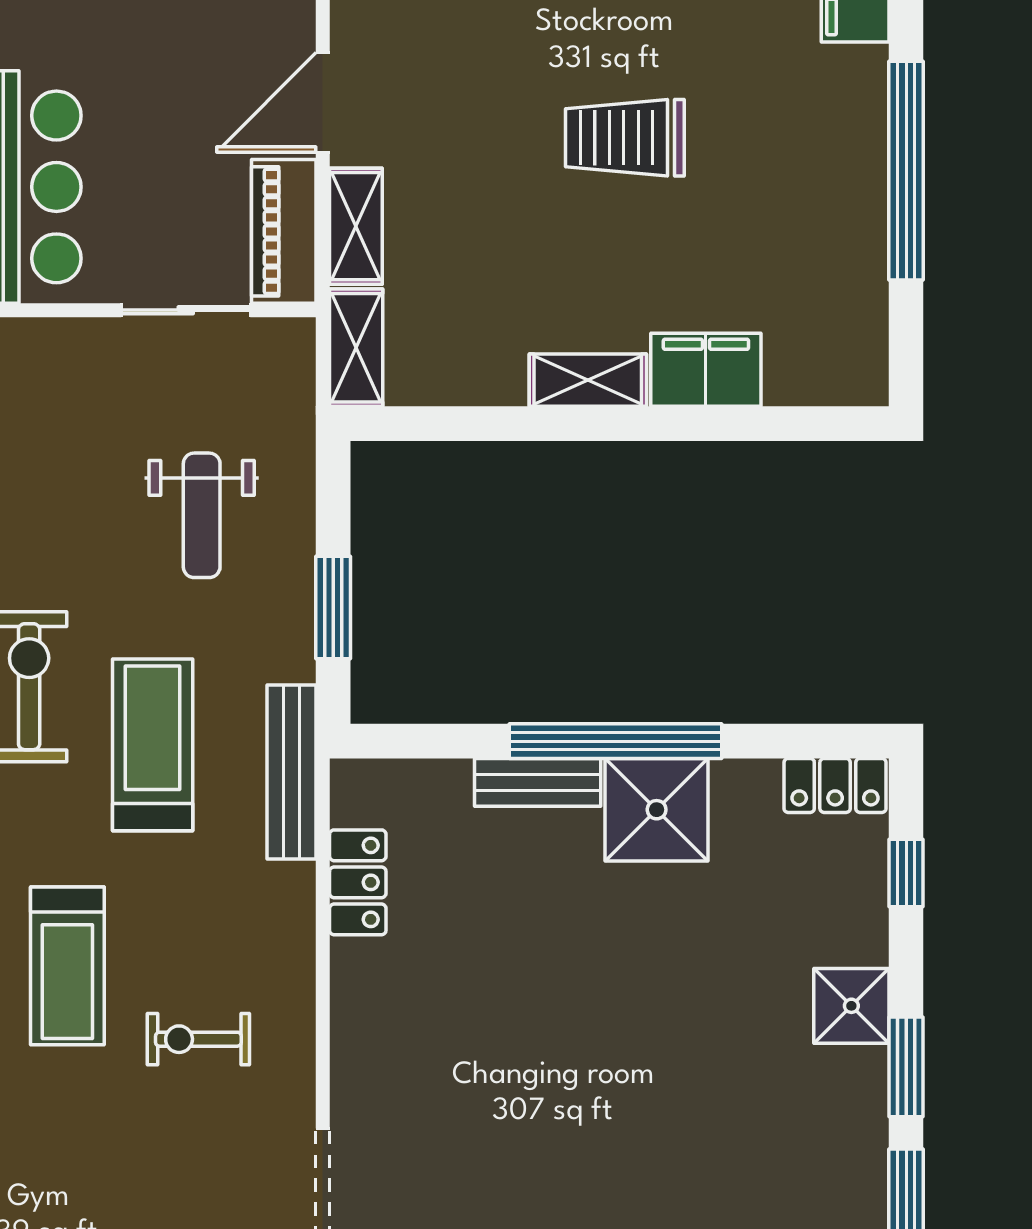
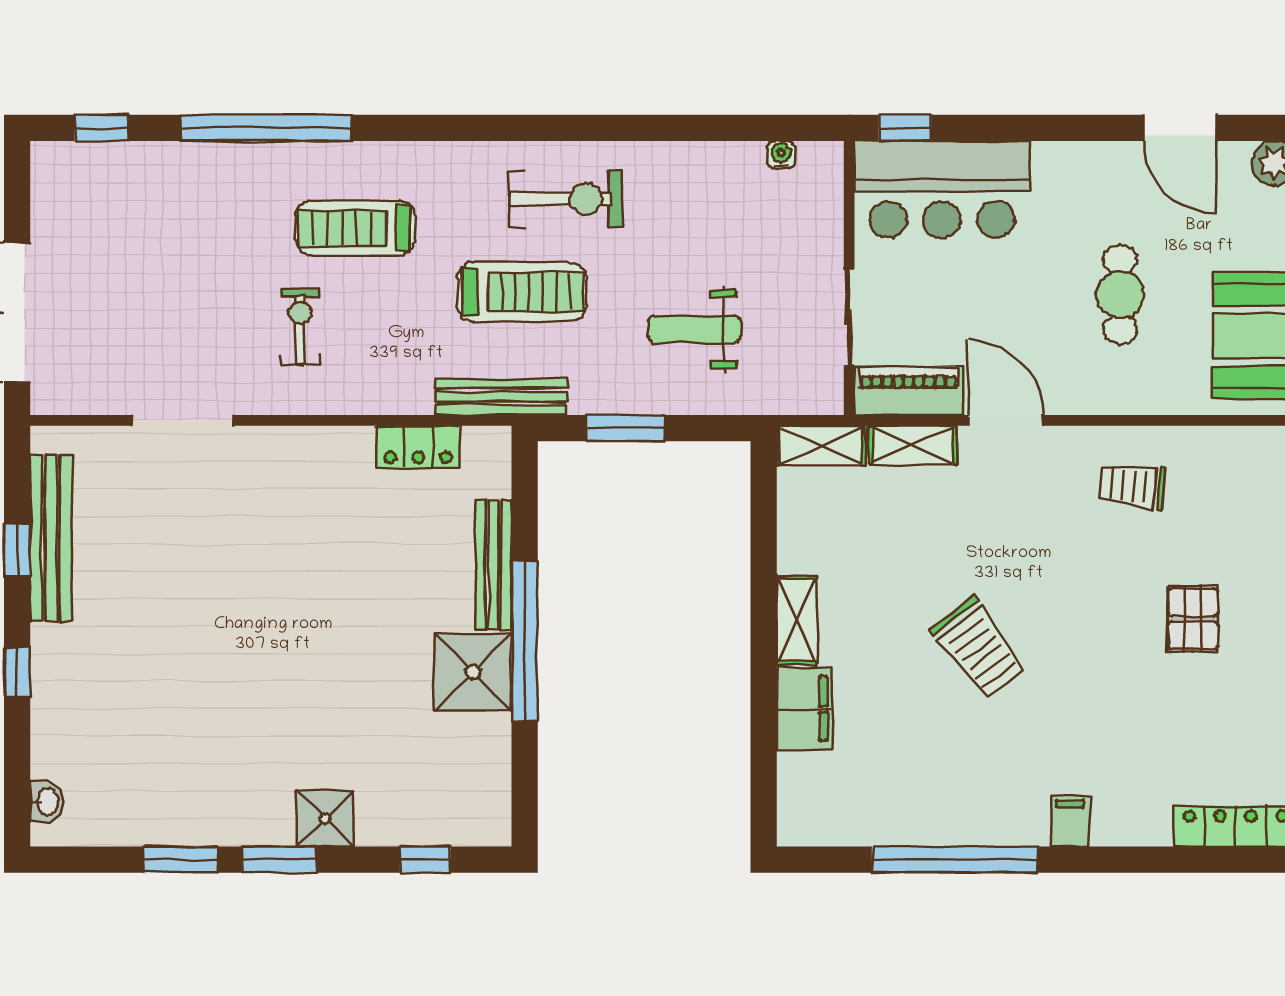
trolley: (625, 138) -> (979, 648), turned 143
bench: (538, 782) -> (494, 565), width x1.36
locker: (835, 785) -> (491, 806), removed

